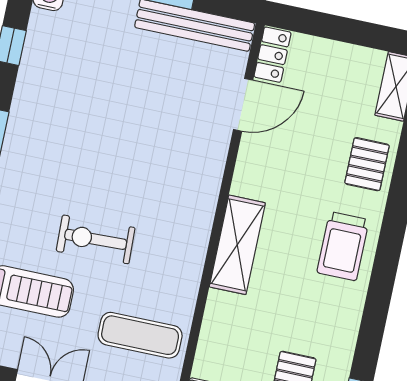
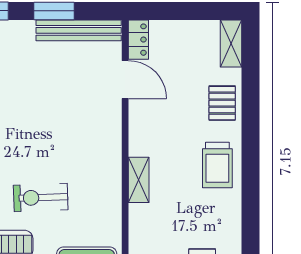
door: (243, 105) -> (125, 80), hinge flipped
shelving: (237, 245) -> (139, 180), width x0.67, depth x0.75

